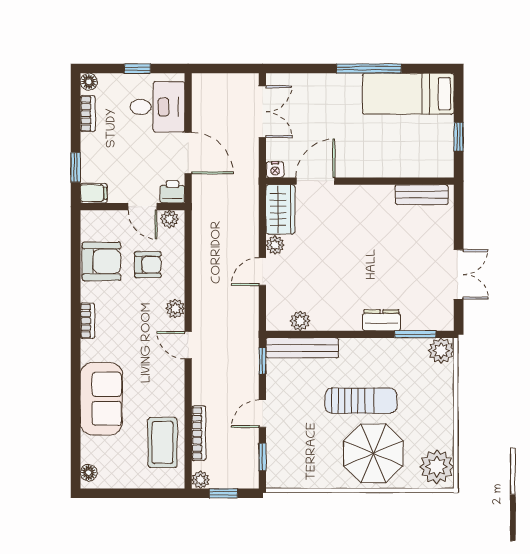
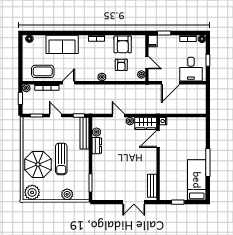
double door: (262, 112) -> (189, 116), removed
door: (315, 181) -> (158, 139), swing flipped
printer: (172, 192) -> (153, 76), removed
door: (142, 207) -> (147, 63), swing flipped
double door: (459, 274) -> (134, 202), moved
dresser: (381, 320) -> (97, 146), moved
door: (188, 345) -> (68, 83), moved
plant: (441, 351) -> (67, 194), moved

